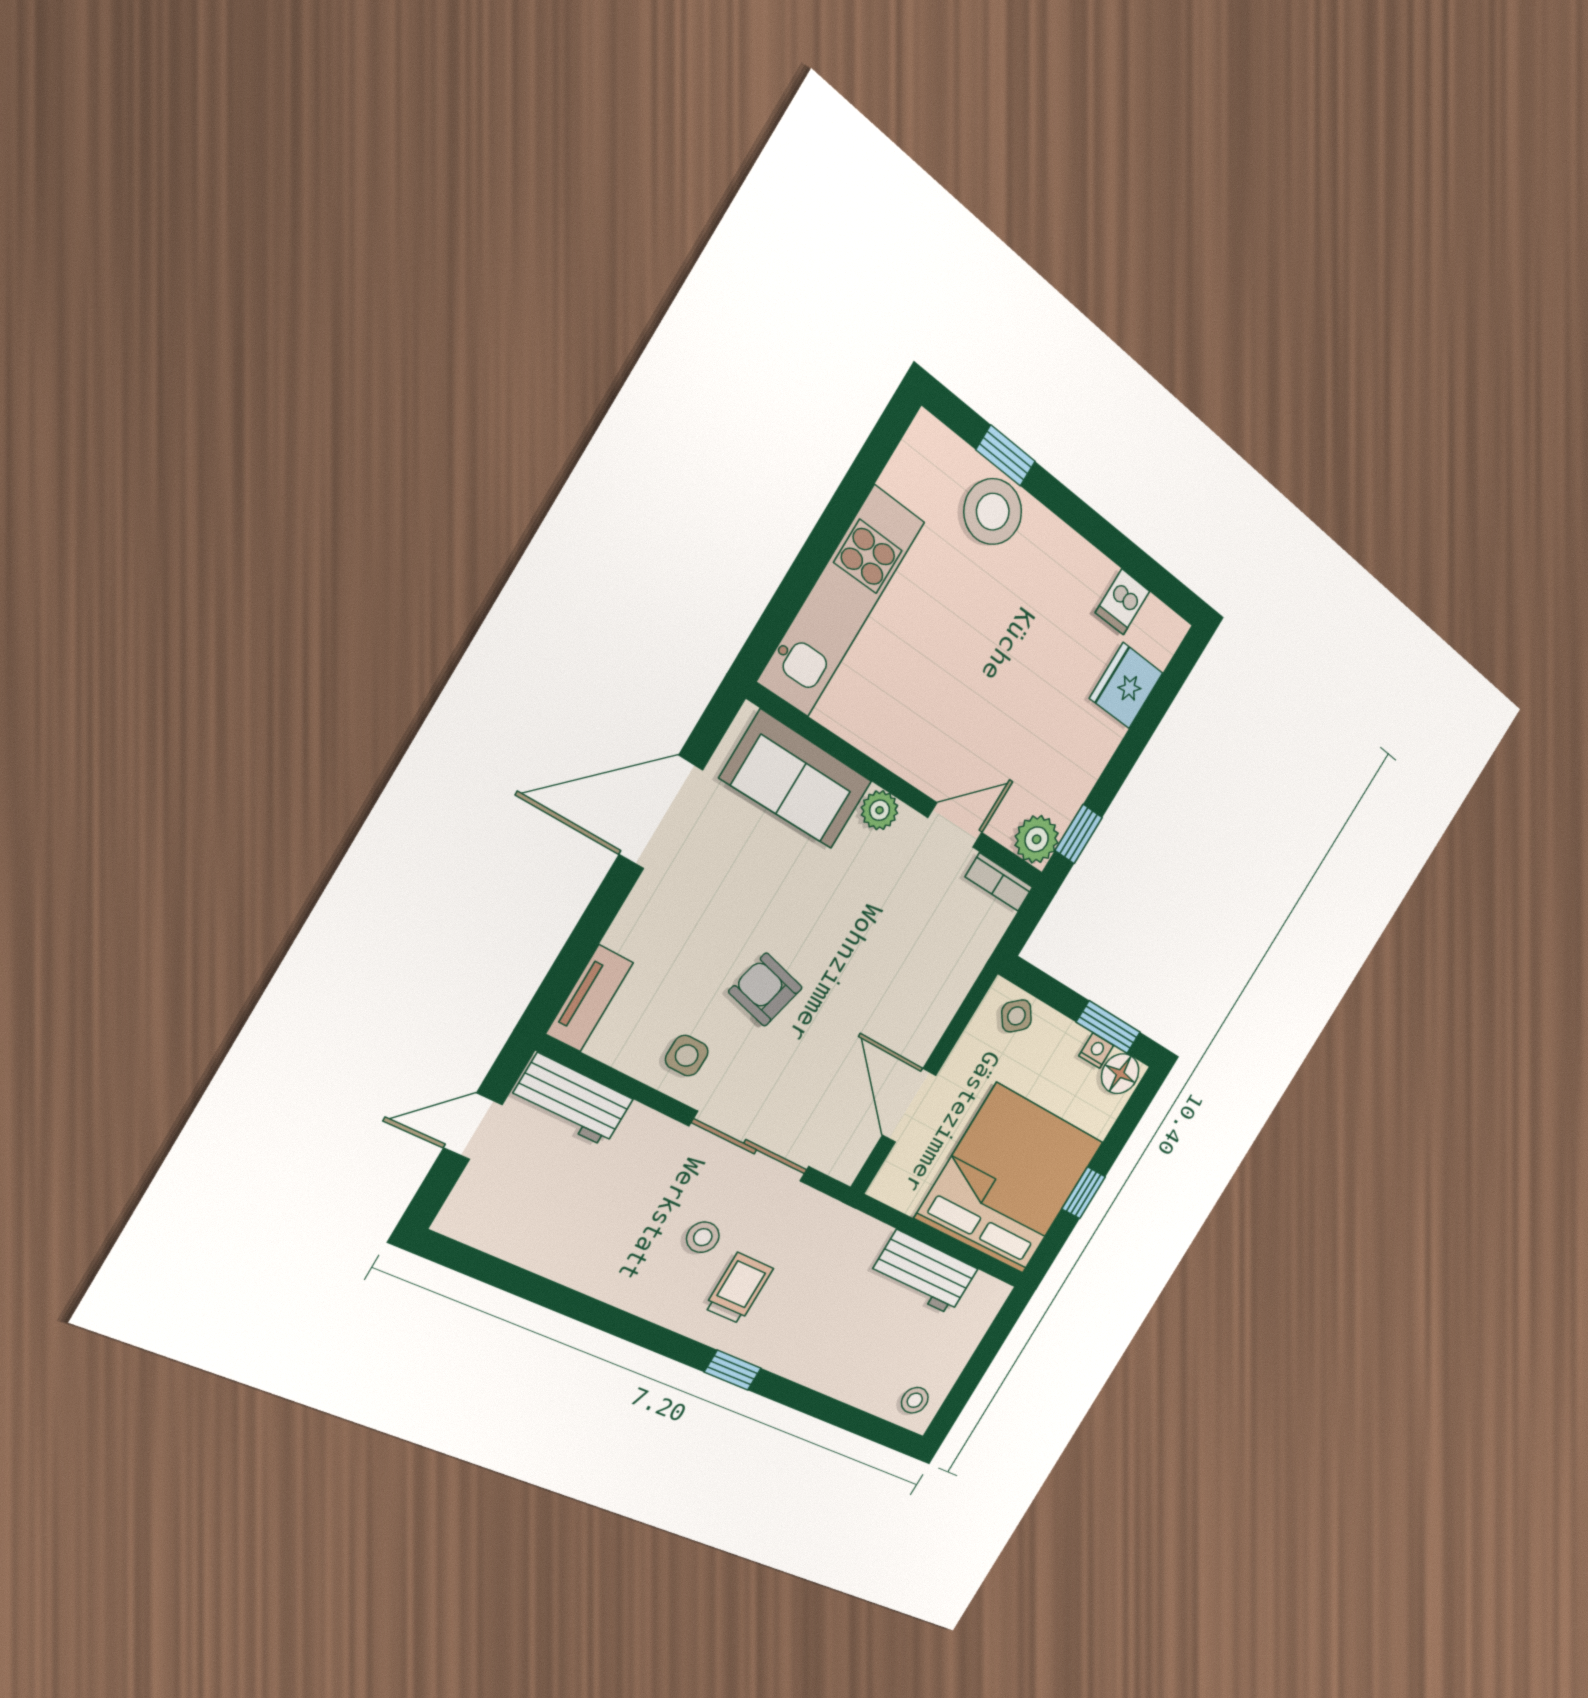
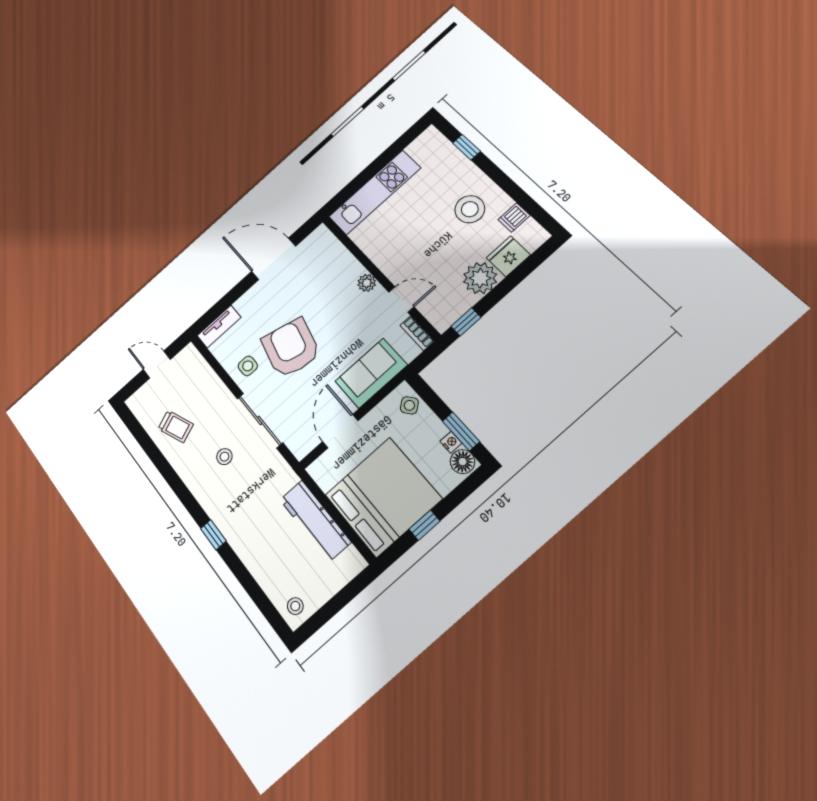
stool: (993, 512) -> (470, 209), moved
sofa: (796, 780) -> (371, 373), moved, turned 90
plant: (1037, 839) -> (480, 278), moved, width x1.36, depth x1.36
armchair: (765, 990) -> (291, 348), width x1.88, depth x1.88
workbench: (572, 1100) -> (196, 368), removed
workbench: (924, 1272) -> (315, 521), width x1.38
trolley: (739, 1288) -> (176, 426), moved, turned 68

